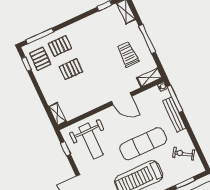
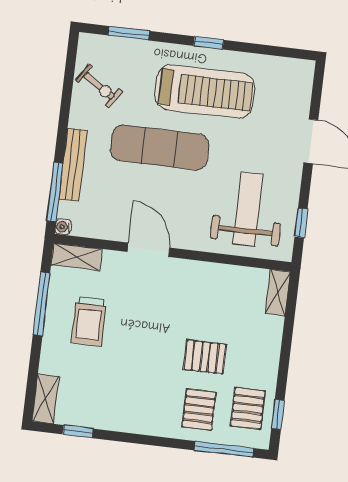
window: (147, 39) -> (41, 304), moved
pallet: (60, 46) -> (199, 410), turned 90

